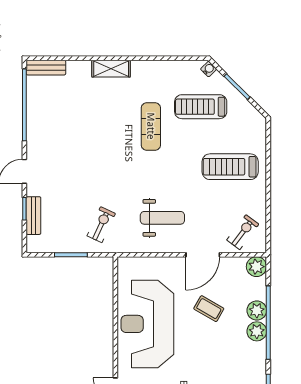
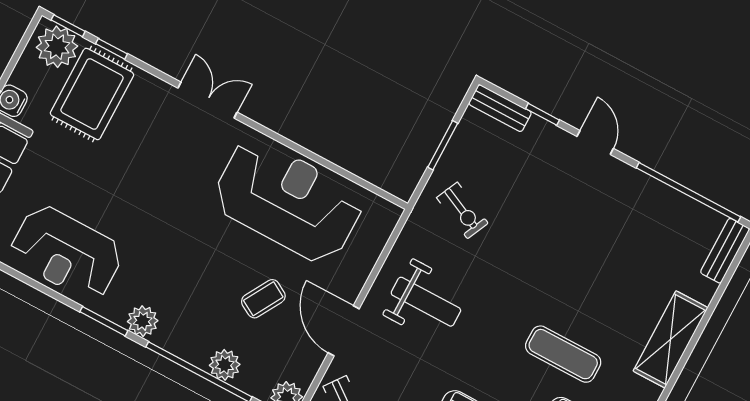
shelving: (111, 69) -> (671, 339), width x1.50, depth x1.33
bench: (33, 216) -> (500, 108), moved
weight bench: (162, 218) -> (426, 302), turned -90
plant: (257, 331) -> (143, 321), moved

